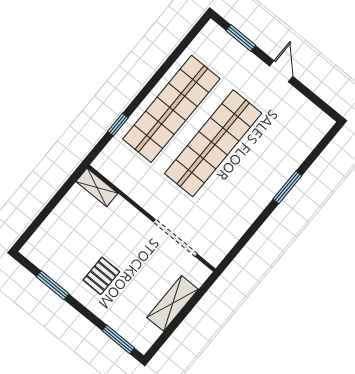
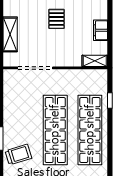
trolley: (282, 150) -> (18, 155), added
filing cabinet: (60, 218) -> (101, 30), added

